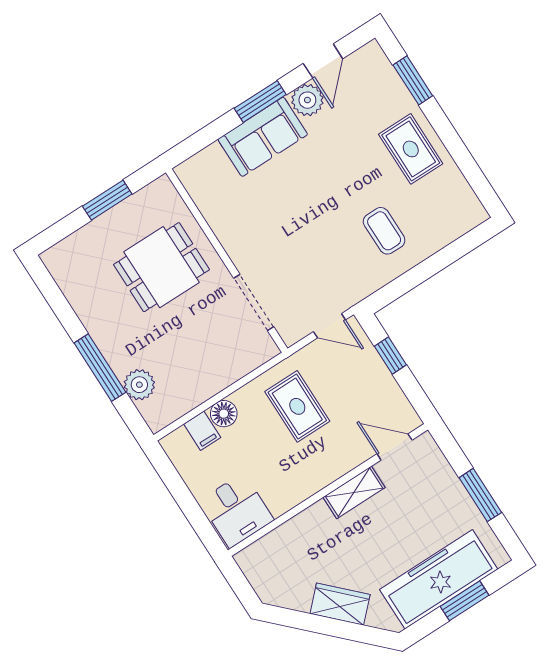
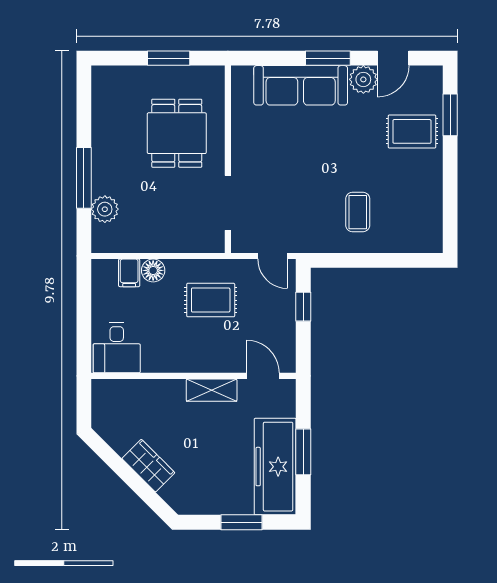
sofa: (263, 137) -> (301, 85), width x1.36
rug: (411, 149) -> (412, 131), moved, turned 90
dining table: (161, 267) -> (177, 133), turned 90
rug: (297, 406) -> (211, 300), turned 90
freezer: (439, 579) -> (275, 467), moved, turned -90

